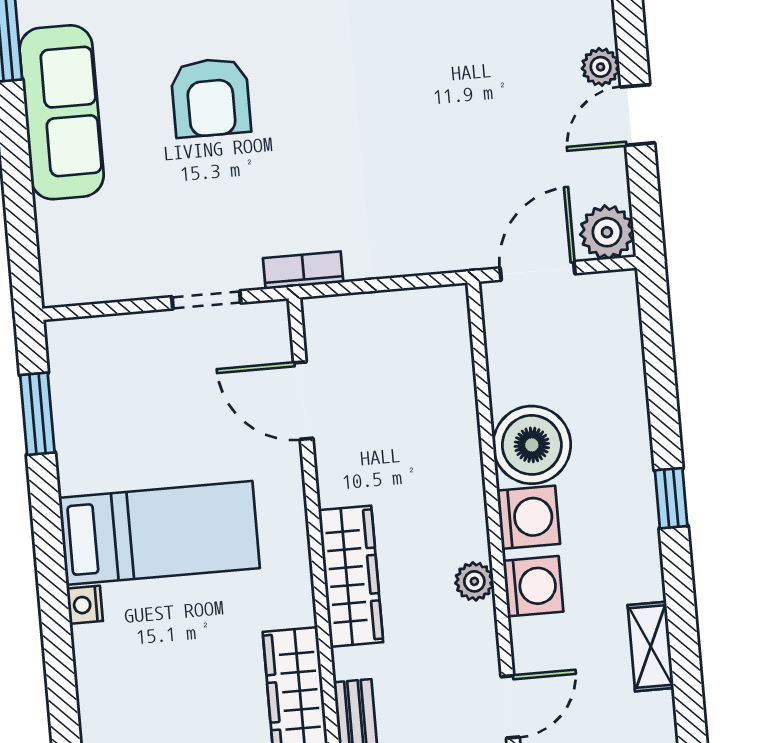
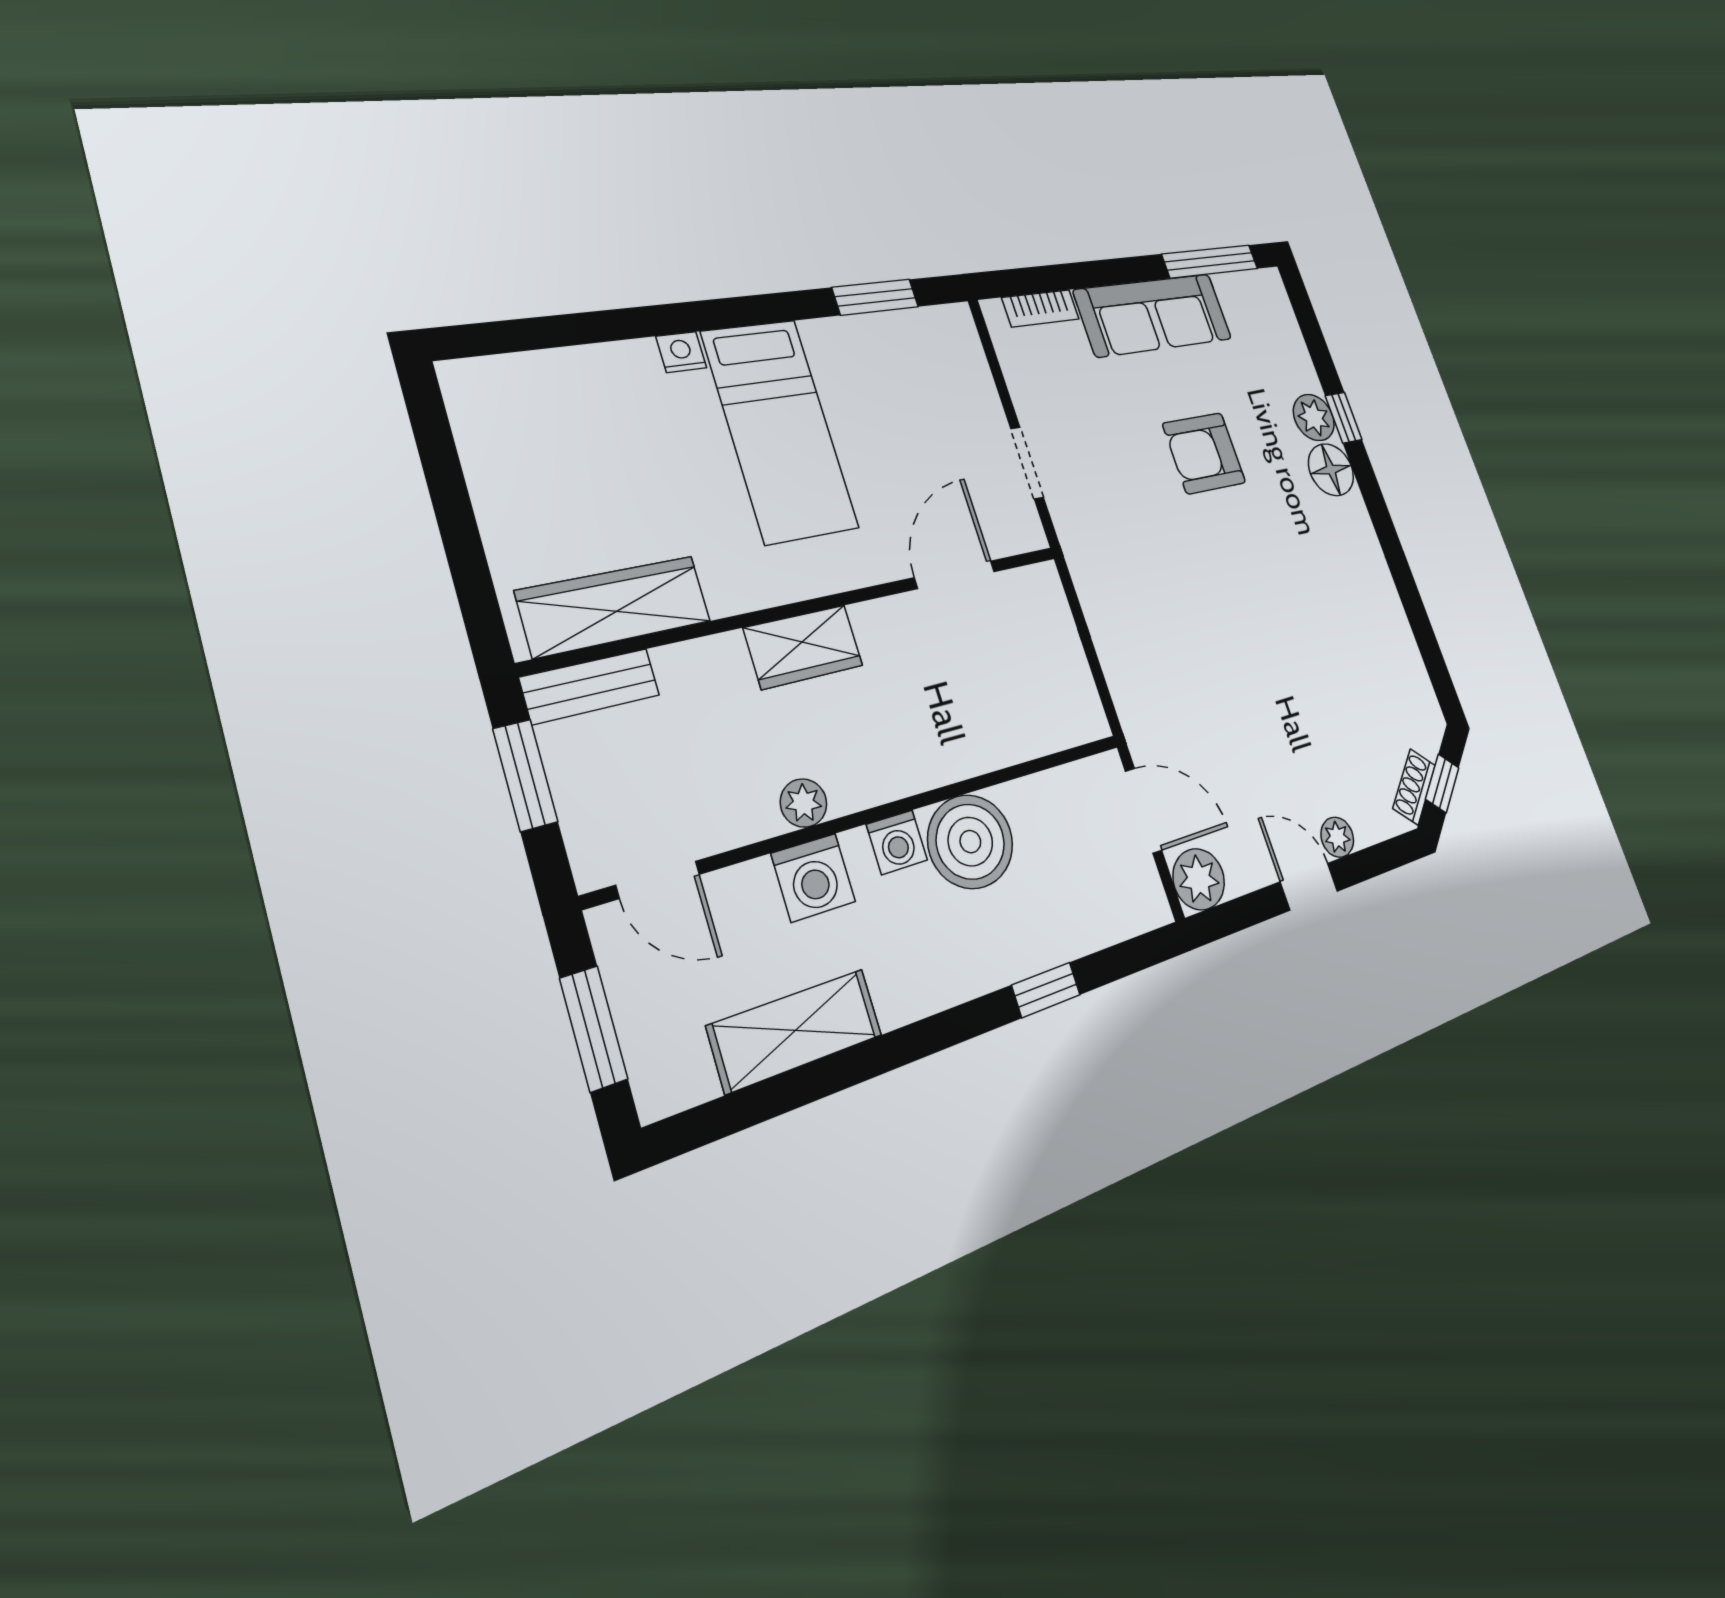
bookcase: (303, 270) -> (1041, 308), moved, turned 90
window: (671, 498) -> (1046, 990), moved
washing machine: (529, 517) -> (897, 842), width x0.73, depth x0.73
wardrobe: (351, 576) -> (804, 647), width x0.67
shelving: (651, 647) -> (795, 1031), width x1.50, depth x1.33

